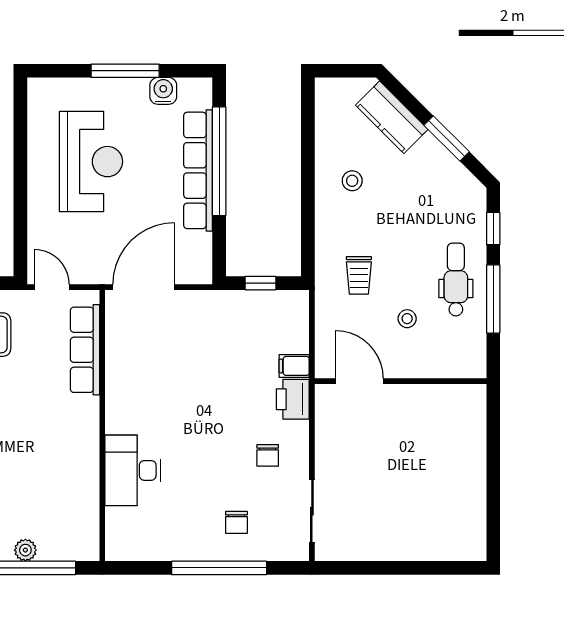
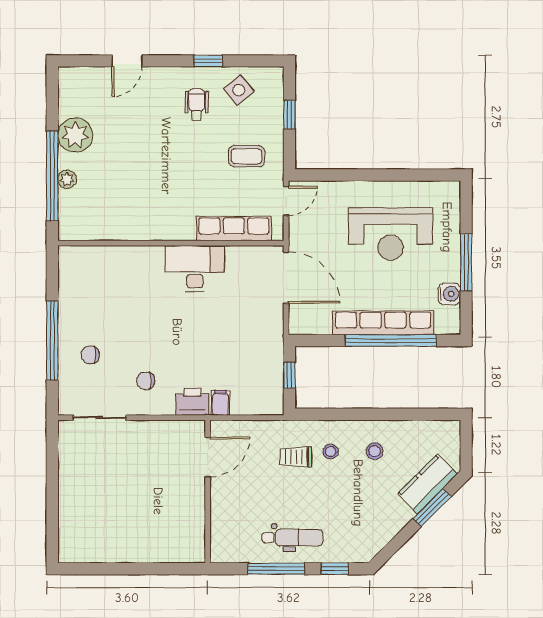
window: (447, 138) -> (432, 507), moved
stool: (407, 319) -> (331, 452), moved
desk: (133, 470) -> (195, 269), moved

